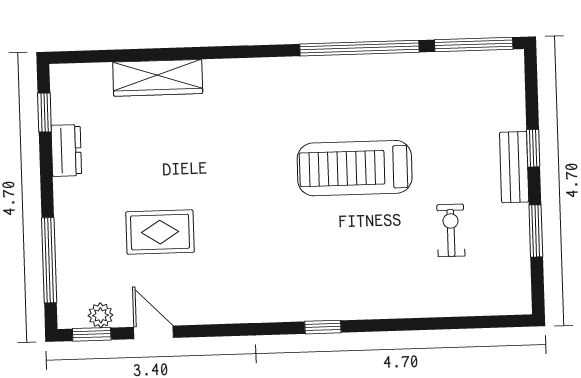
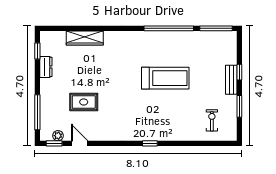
treadmill: (355, 168) -> (165, 78), turned 180
exercise bike: (451, 230) -> (212, 120), moved

